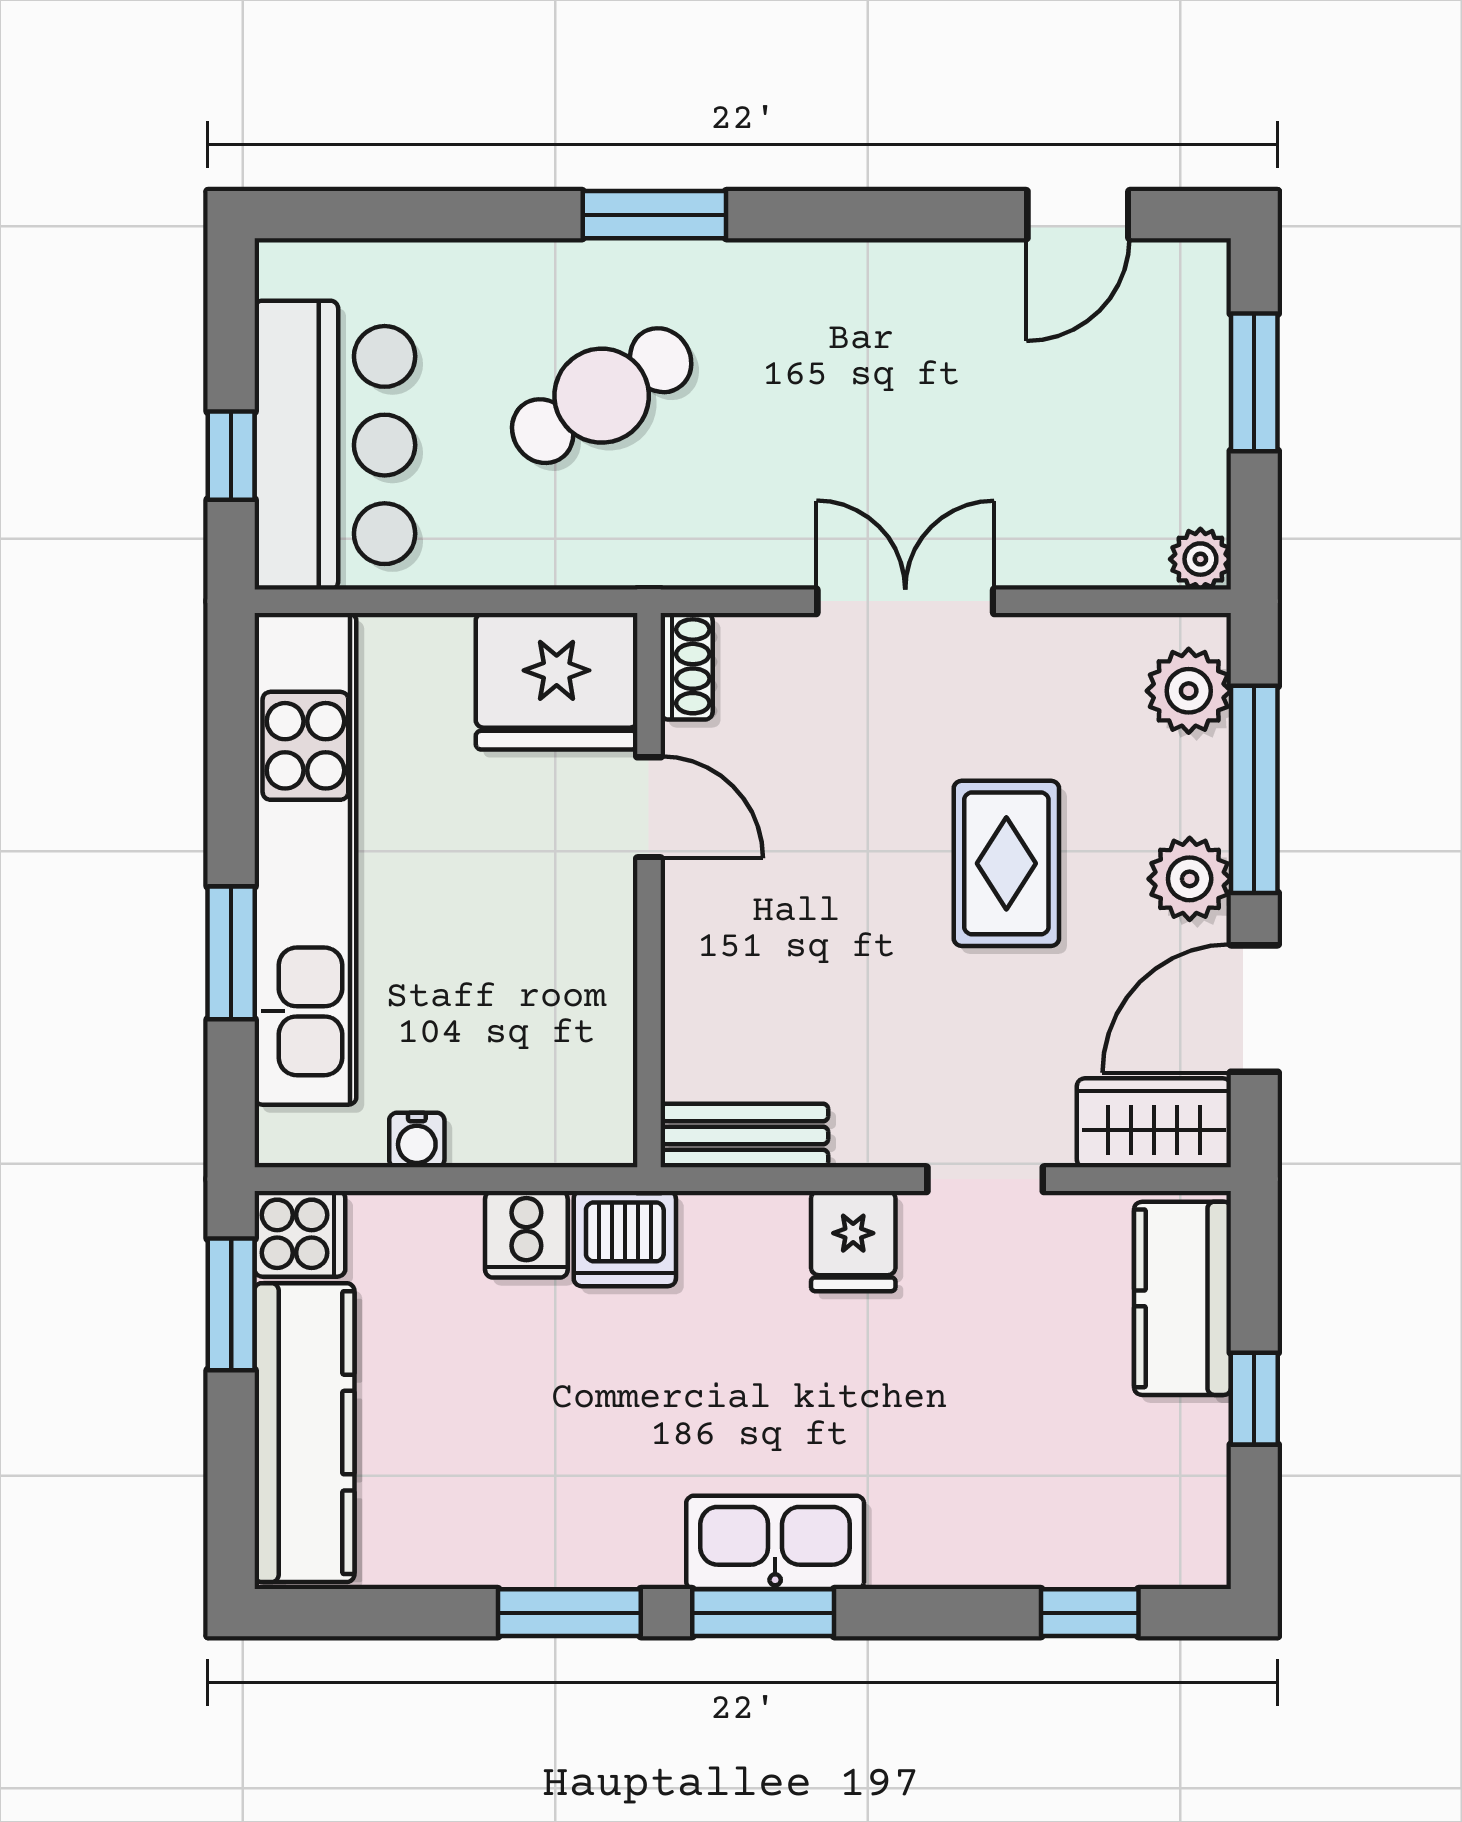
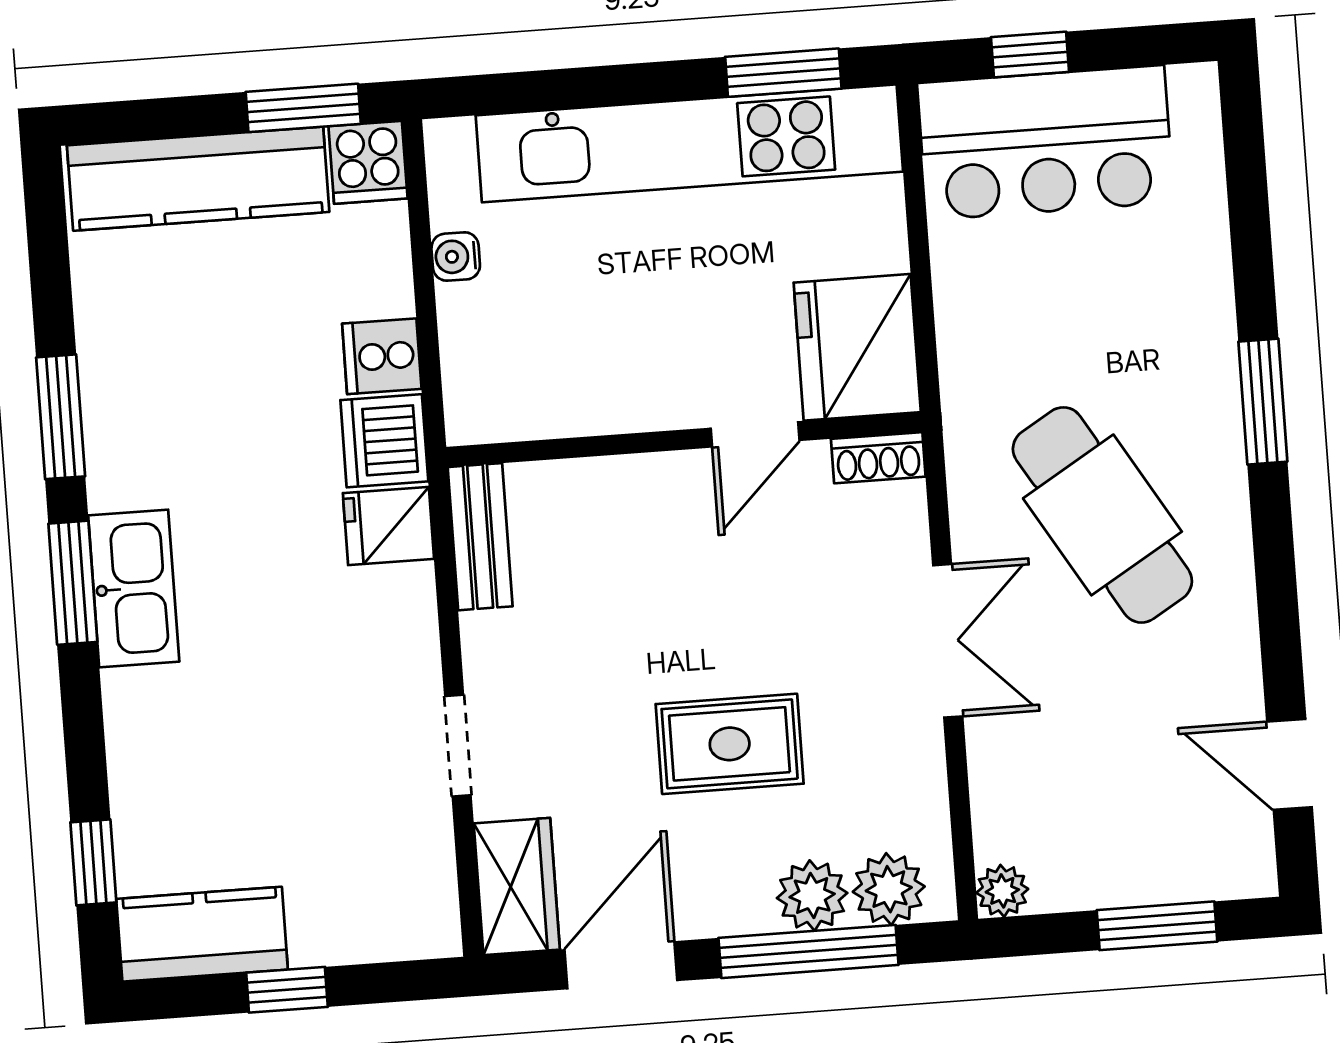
cafe table: (602, 396) -> (1102, 515), moved, width x1.37, depth x1.35
plant: (1190, 879) -> (812, 896), moved
window: (231, 953) -> (783, 73), moved
door: (1254, 1009) -> (621, 965), hinge flipped
fridge: (853, 1241) -> (388, 526), moved
kitchen counter: (1182, 1298) -> (202, 934), moved

